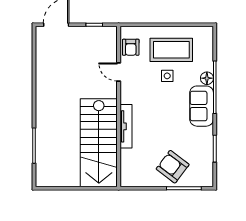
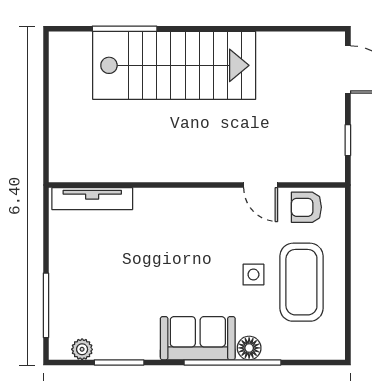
door: (119, 72) -> (261, 185), swing flipped
tv unit: (126, 126) -> (92, 199), moved
stairs: (99, 143) -> (174, 65), moved, turned 180
armchair: (173, 167) -> (86, 285), removed
plant: (208, 169) -> (82, 349), added

